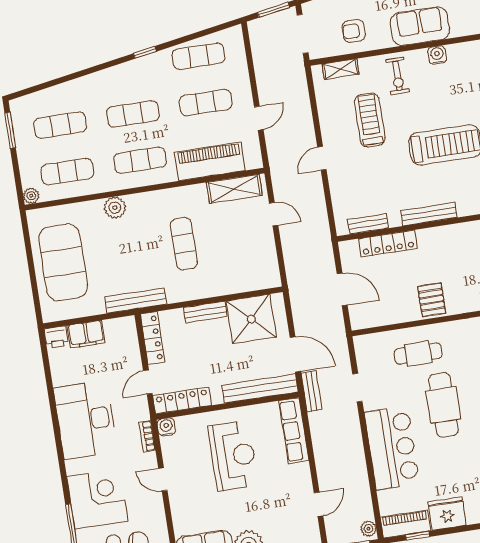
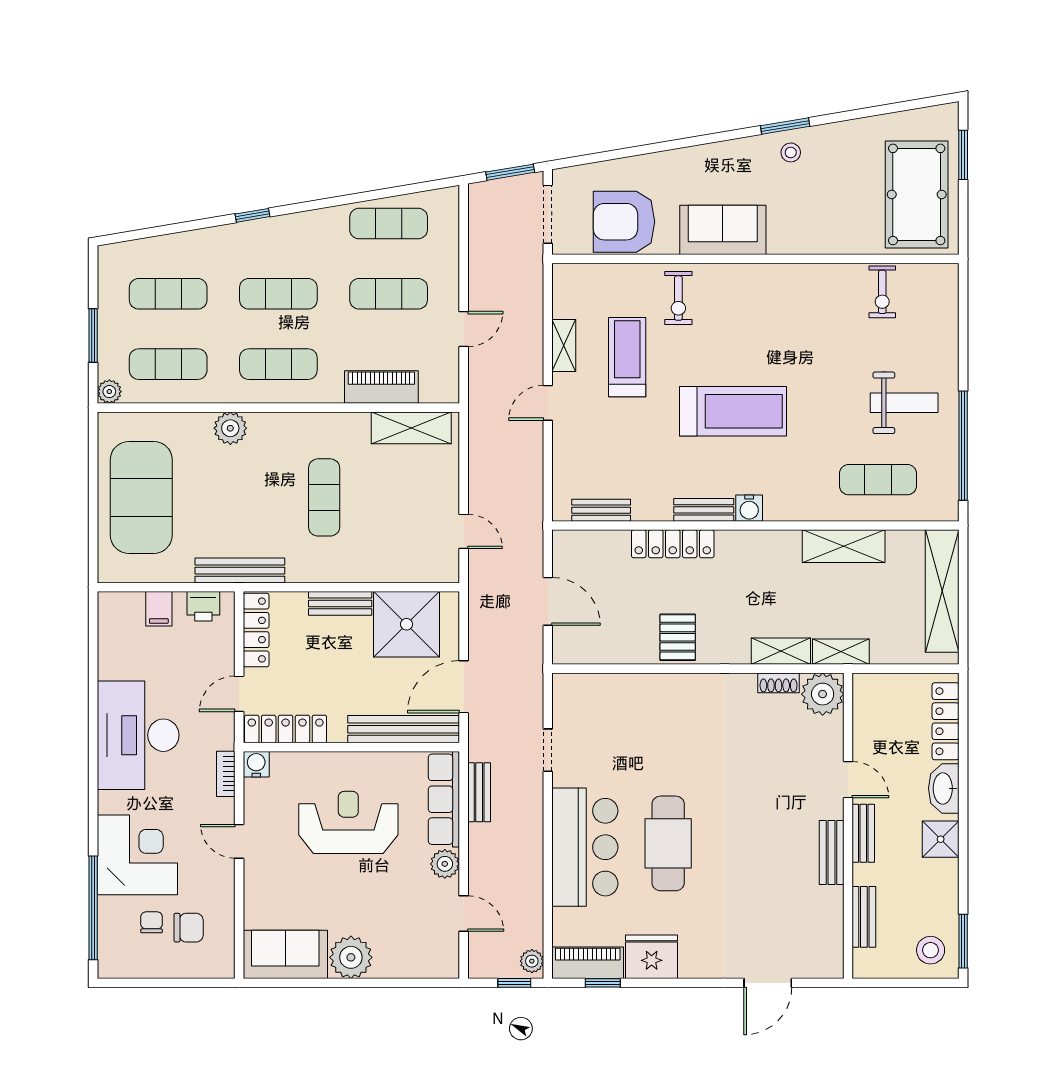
armchair: (354, 31) -> (624, 222), width x1.88, depth x1.88
window: (145, 52) -> (252, 215), moved
water cooler: (437, 55) -> (749, 508), moved, turned 180
shelving: (341, 69) -> (564, 346), moved, turned 90
window: (10, 130) -> (93, 335), moved
piano: (210, 161) -> (381, 387), width x0.73, depth x0.75
door: (274, 214) -> (464, 531), moved
bench: (429, 214) -> (704, 510), width x0.73
locker: (388, 243) -> (673, 544), moved
filing cabinet: (86, 334) -> (159, 609), width x0.50
printer: (56, 337) -> (203, 606), moved
door: (295, 354) -> (464, 687), swing flipped
cafe table: (418, 354) -> (646, 714), removed
bench: (312, 391) -> (479, 792), moved
cafe table: (443, 405) -> (668, 843), moved
reception desk: (233, 456) -> (348, 822), turned -90
plant: (301, 473) -> (445, 864), added
door: (319, 504) -> (464, 914), hinge flipped

